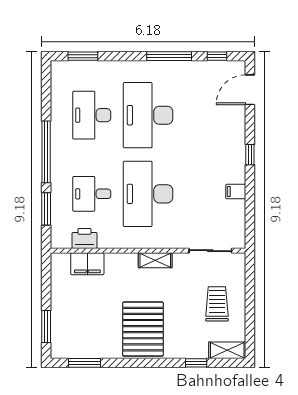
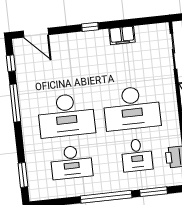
filing cabinet: (236, 192) -> (122, 35), width x2.00

